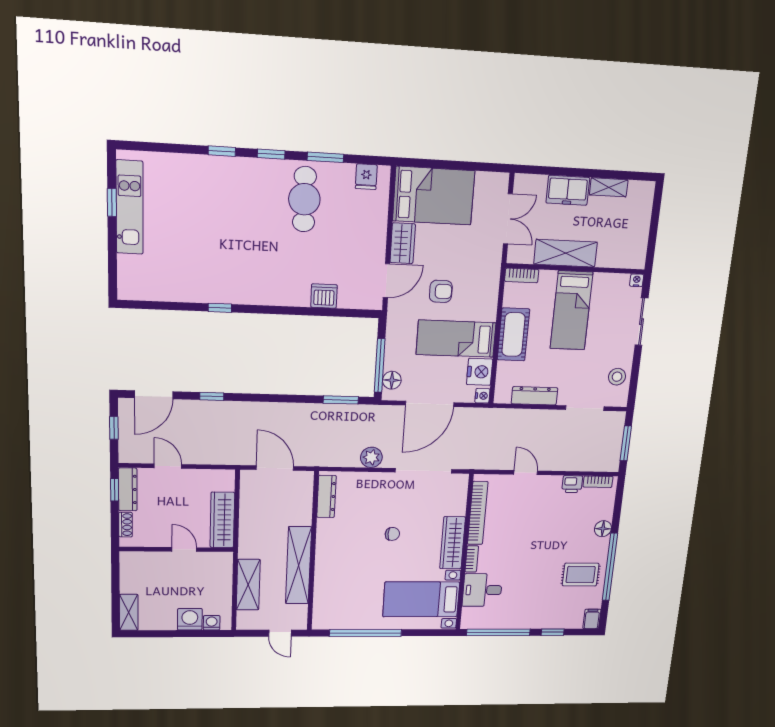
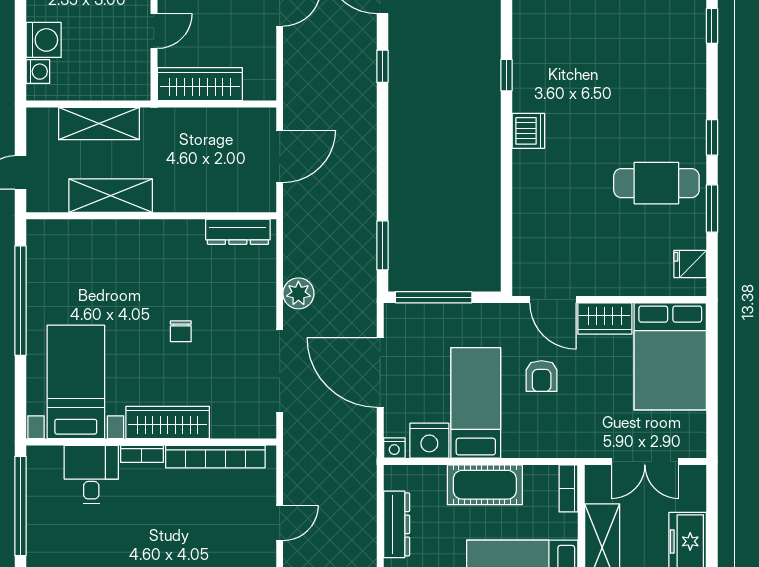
window: (222, 151) -> (712, 26), moved
dishwasher: (324, 296) -> (528, 131), moved
floor lamp: (392, 380) -> (413, 316), removed
shelving: (298, 565) -> (111, 196), width x0.68

